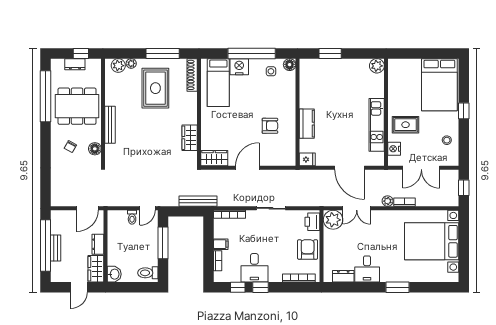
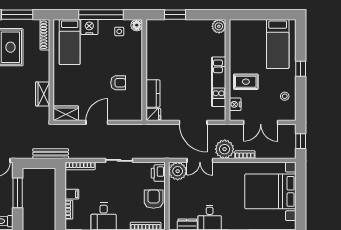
bed: (439, 85) -> (278, 44), width x0.67
kitchen counter: (307, 124) -> (153, 93), moved
plant: (388, 201) -> (225, 149), width x1.88, depth x1.88

